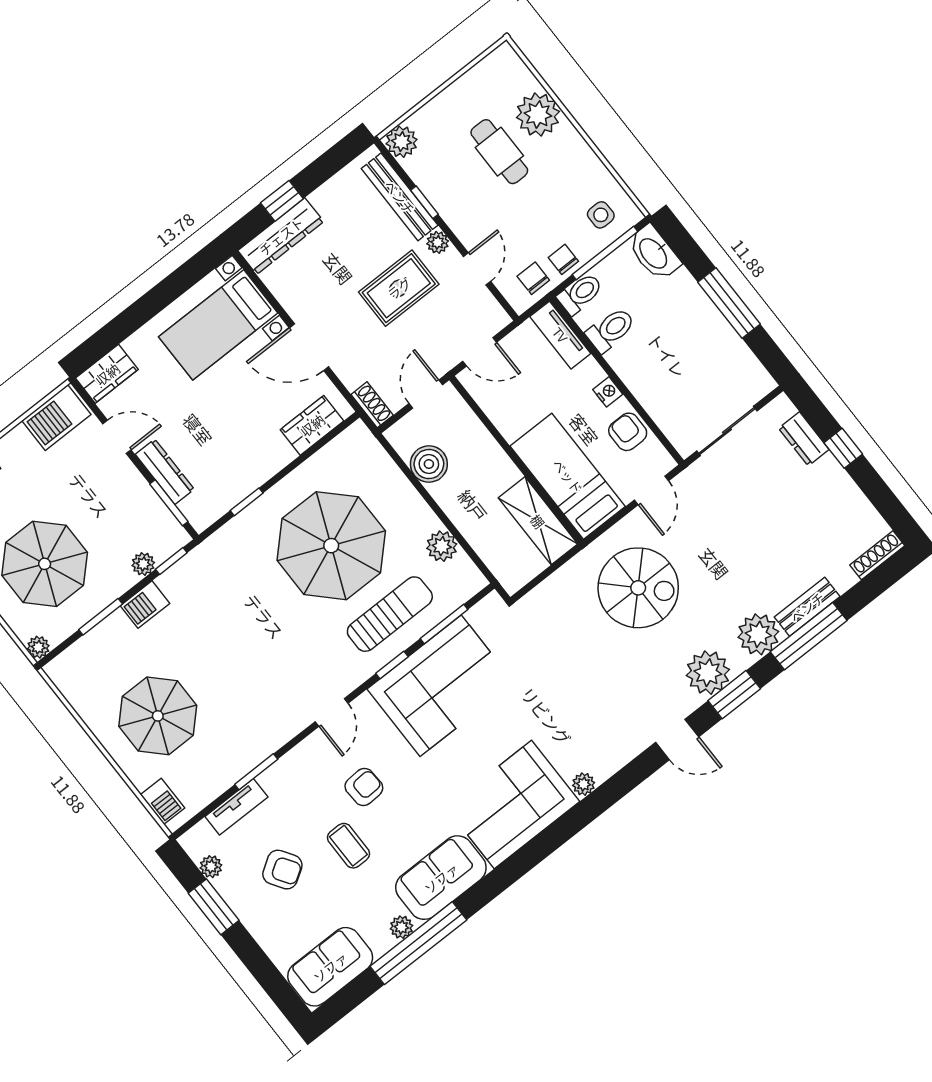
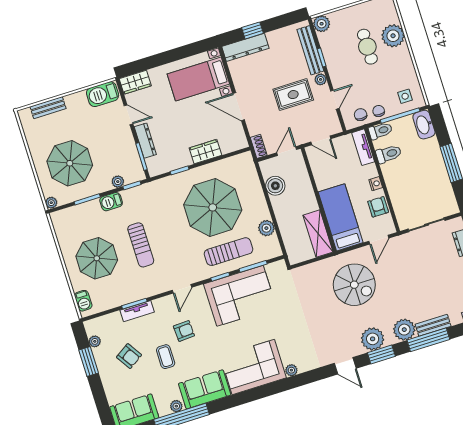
wardrobe: (312, 425) -> (205, 152), moved
sun lounger: (228, 662) -> (141, 245), added
tv unit: (236, 807) -> (137, 311), moved

